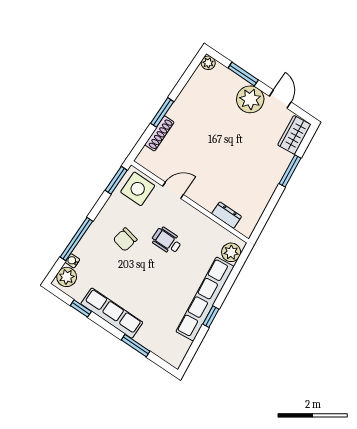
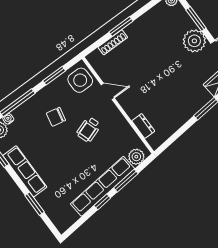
window: (116, 180) -> (54, 76), moved
wheelchair: (167, 241) -> (89, 129), turned -109
window: (229, 283) -> (126, 181), added

